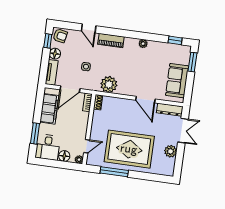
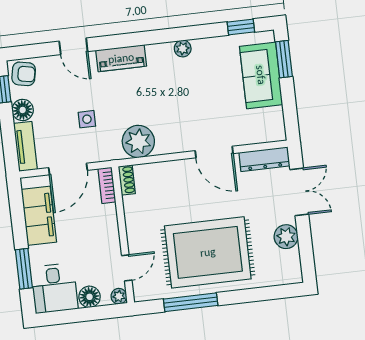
sofa: (177, 81) -> (261, 75), moved

